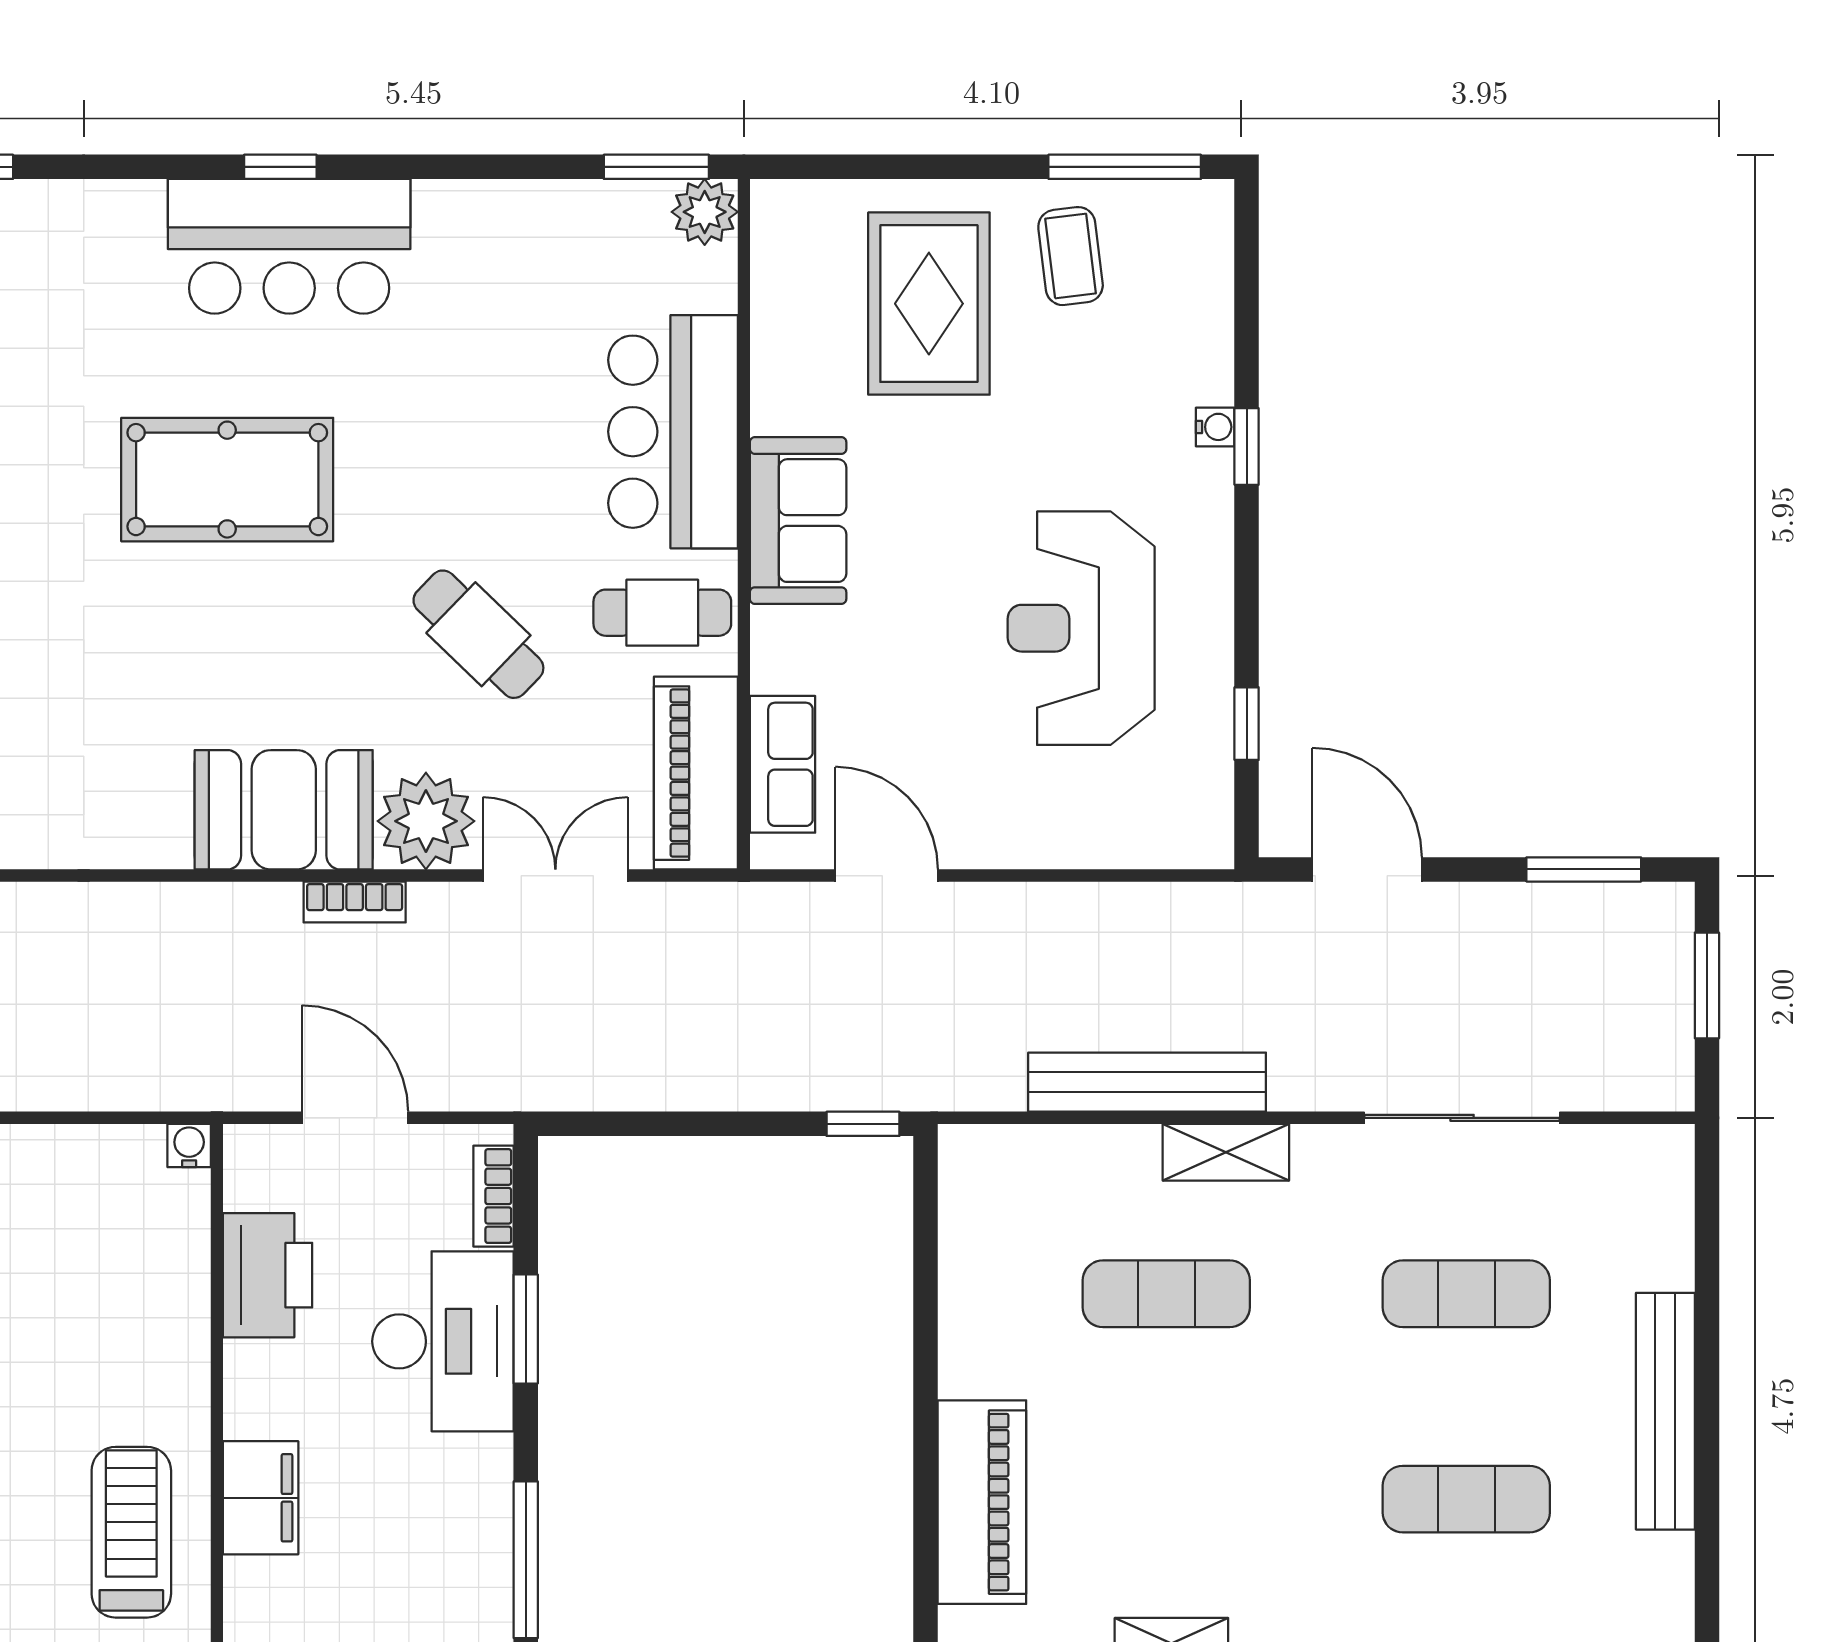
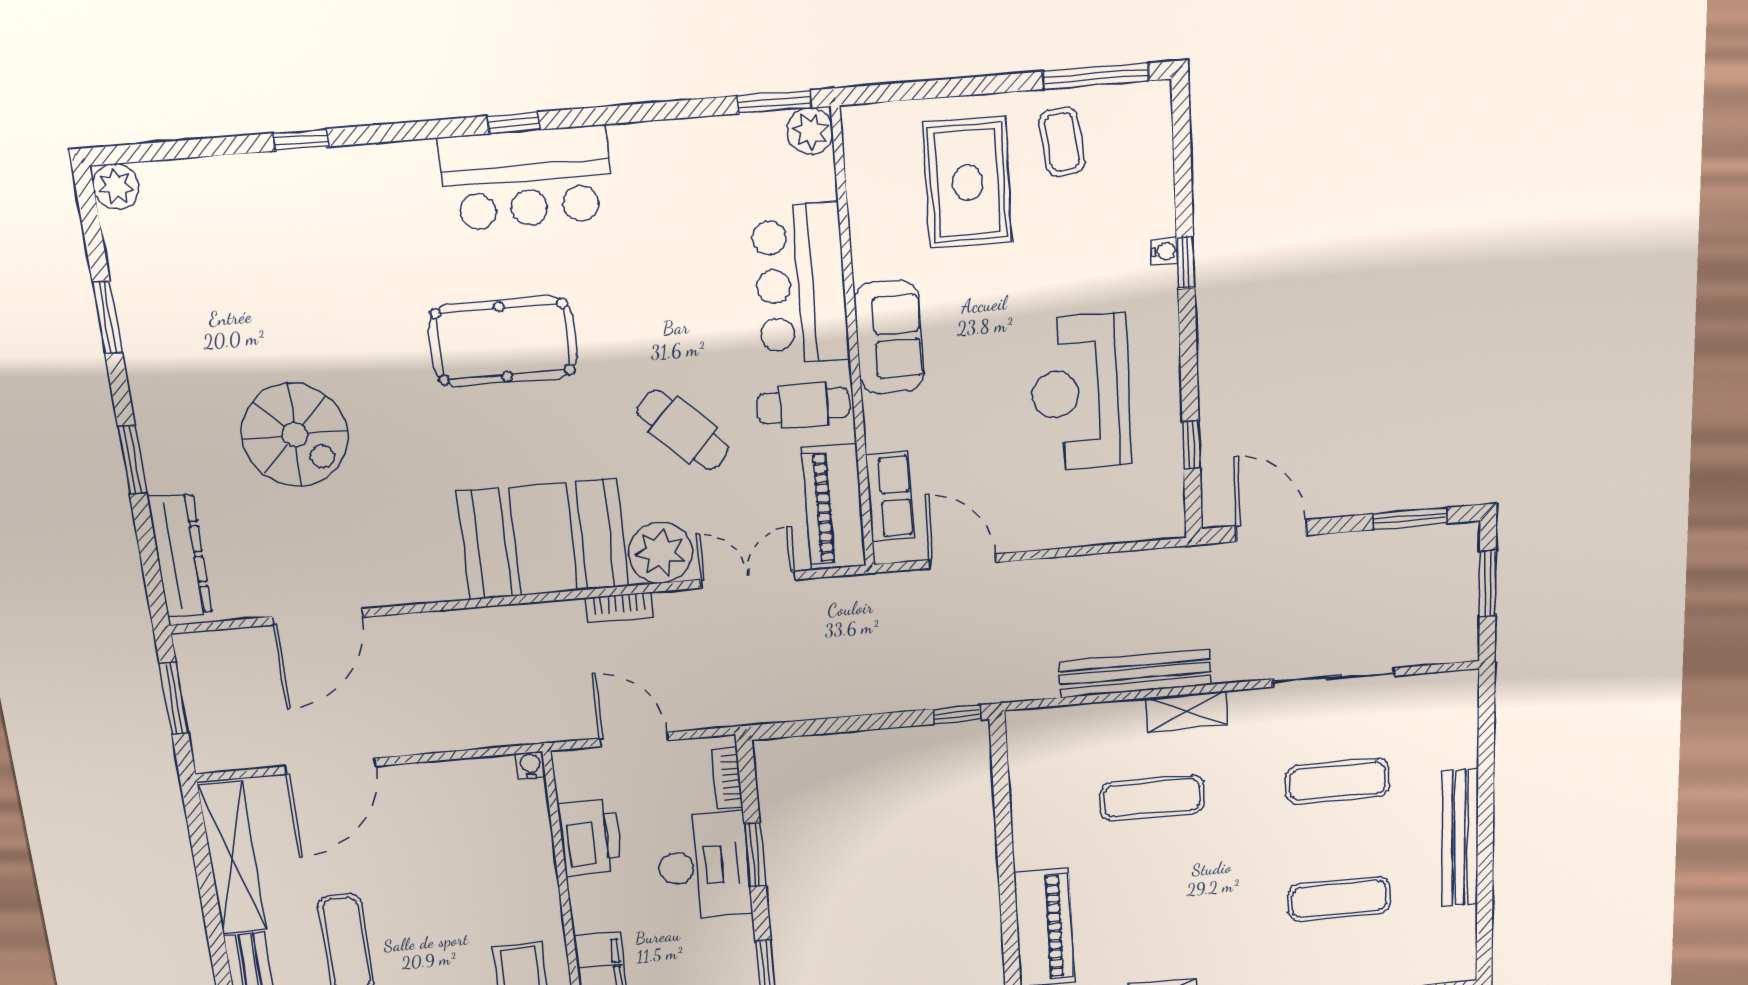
booth: (284, 810) -> (543, 539), width x1.36, depth x1.42

